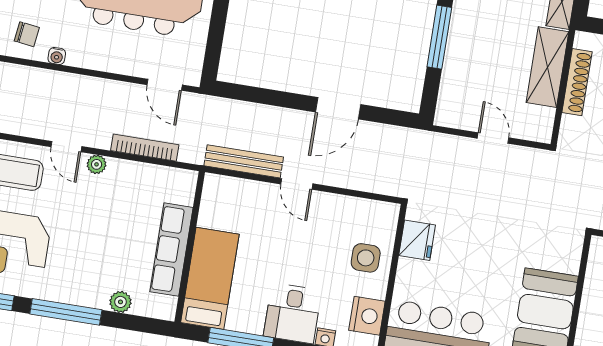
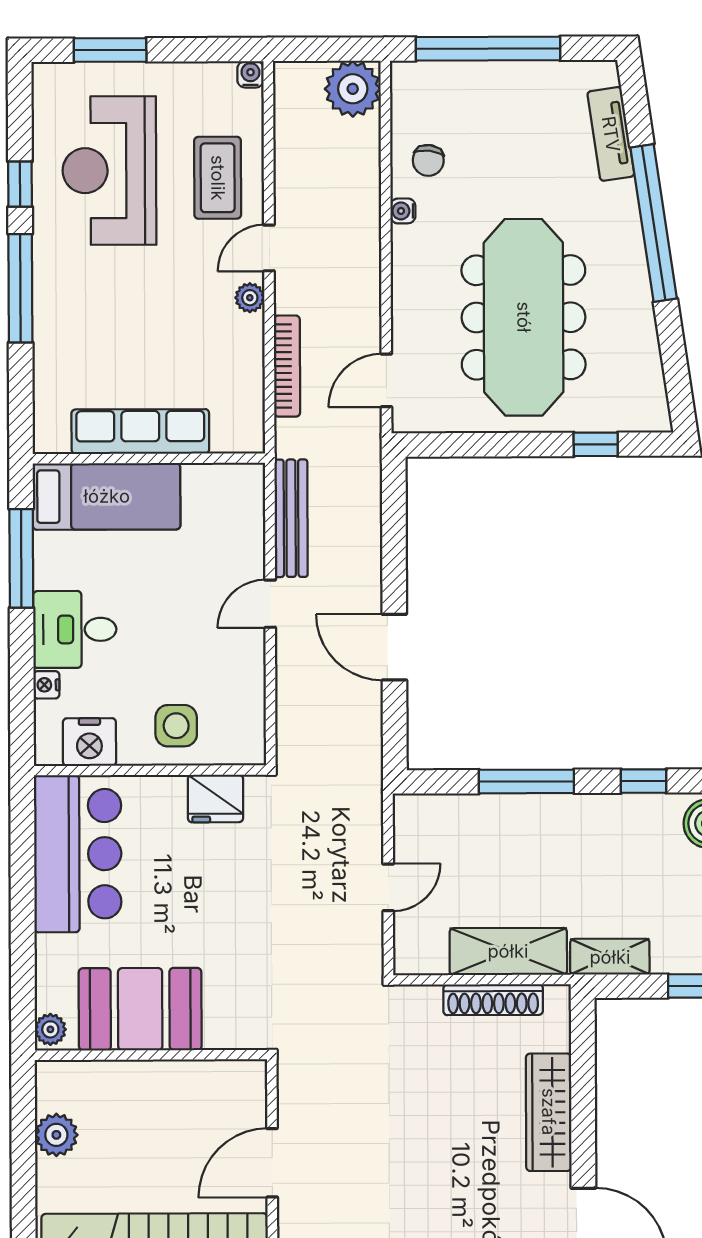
plant: (120, 302) -> (49, 368), removed

